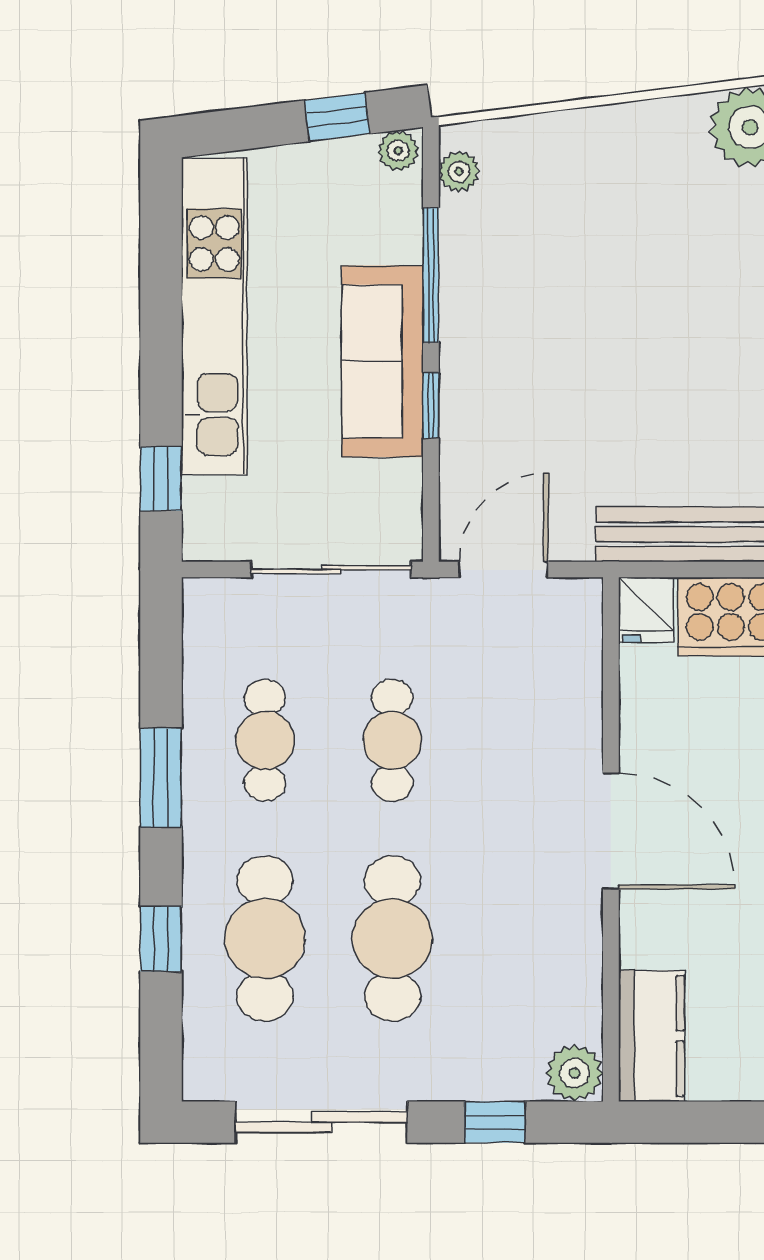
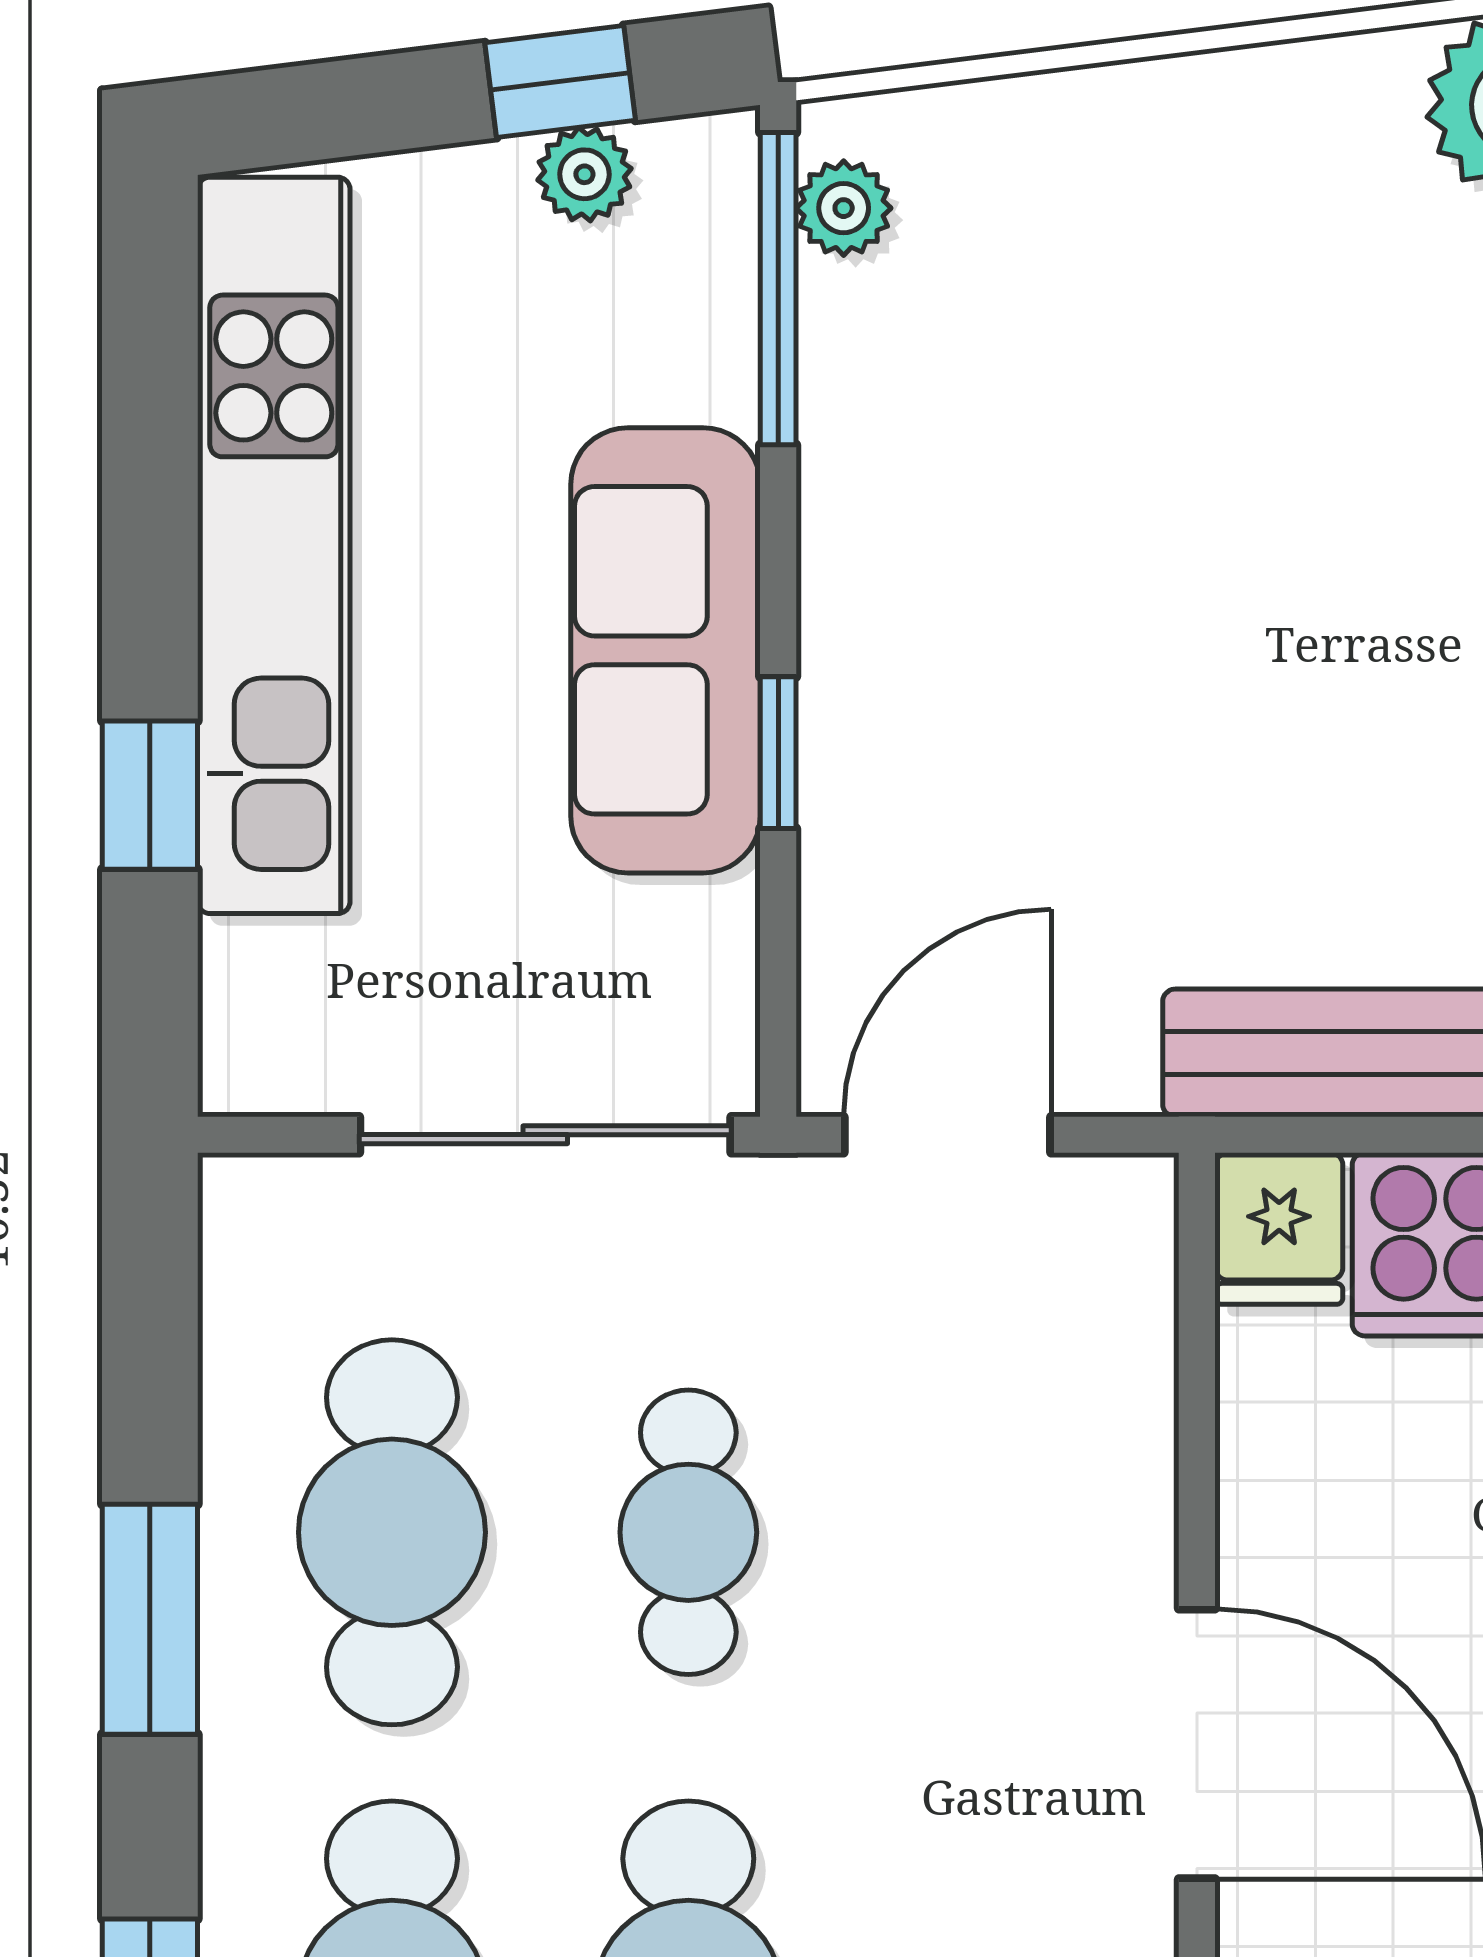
plant: (398, 151) -> (584, 174), moved
window: (431, 275) -> (778, 289), moved
window: (161, 479) -> (150, 795), moved
cafe table: (265, 740) -> (392, 1532), width x1.37, depth x1.35

